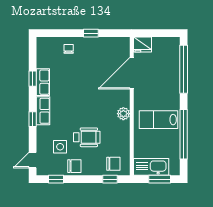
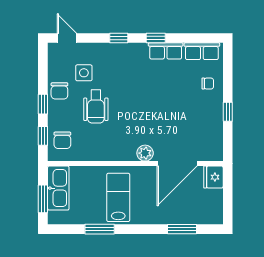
window: (184, 69) -> (182, 229), width x0.47
door: (132, 73) -> (177, 164), swing flipped
window: (33, 79) -> (156, 38), moved
row of seats: (43, 111) -> (202, 51), moved
plant: (123, 114) -> (145, 153), moved
window: (184, 134) -> (100, 229), width x0.47
window: (56, 179) -> (43, 104), moved

